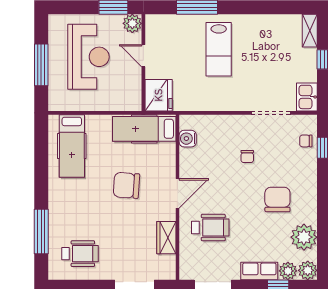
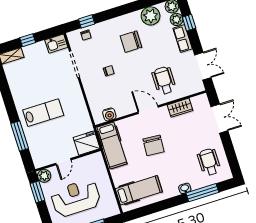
washbasin: (55, 209) -> (185, 188), added

